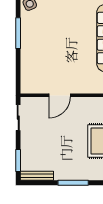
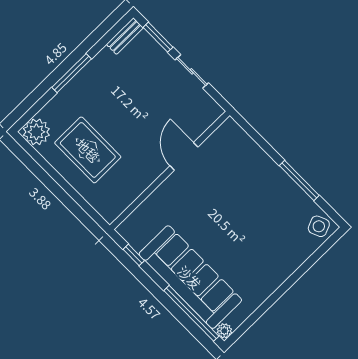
sliding door: (18, 118) -> (192, 71), moved
bench: (37, 176) -> (125, 36), width x0.73

